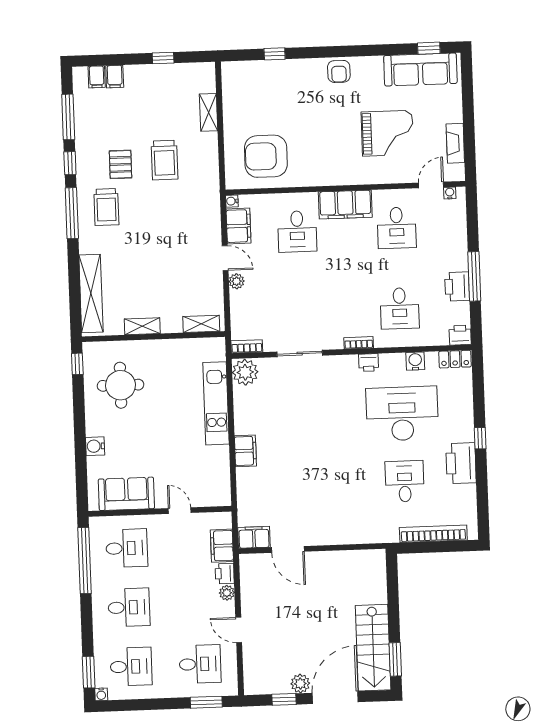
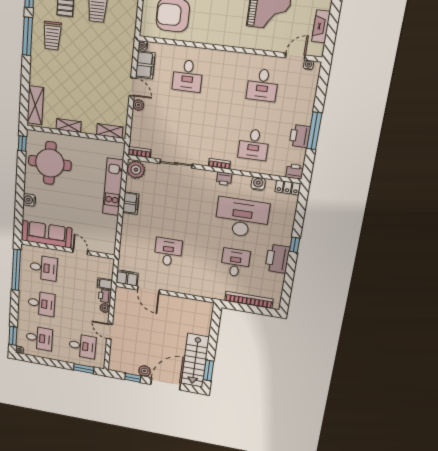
filing cabinet: (345, 205) -> (227, 61), removed
shelving: (91, 293) -> (35, 105), width x0.68
round table: (121, 385) -> (50, 163), width x1.36, depth x1.36
filing cabinet: (245, 451) -> (131, 203), moved
desk: (308, 485) -> (168, 252), added
sofa: (126, 494) -> (47, 234), width x1.36
filing cabinet: (222, 546) -> (105, 284), width x0.50

